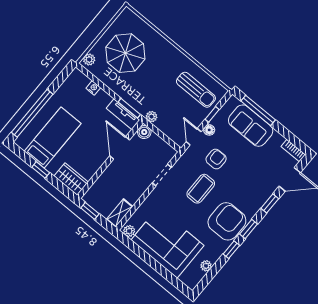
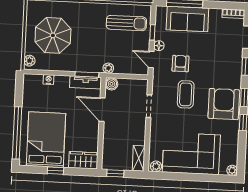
bed: (53, 137) -> (46, 140), width x1.50
plant: (206, 266) -> (232, 170), moved

